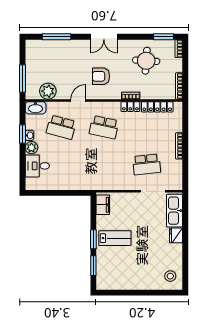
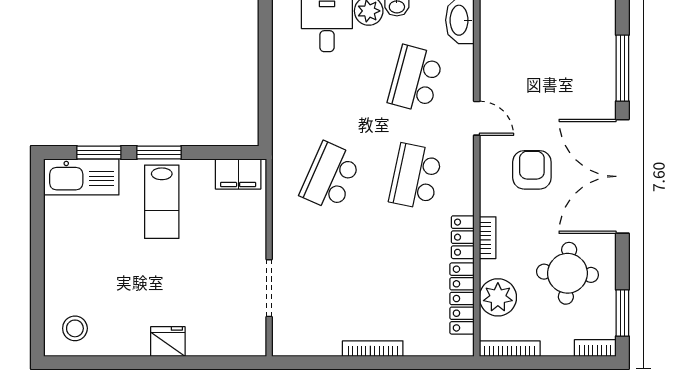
double door: (104, 37) -> (622, 176), width x1.87
plant: (48, 91) -> (498, 297), moved
school desk: (147, 164) -> (330, 177), moved, turned 30
kitchen sink: (175, 211) -> (81, 177), moved, turned 180

